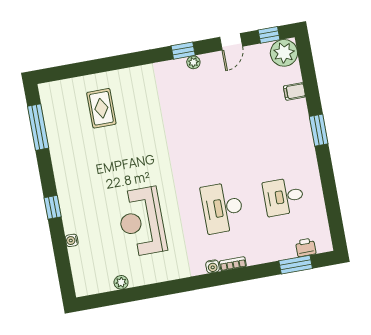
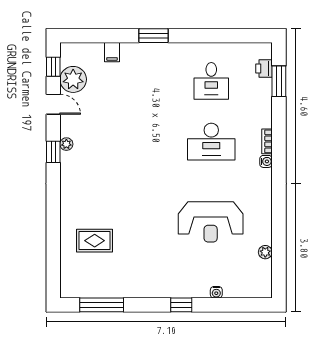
plant: (284, 53) -> (73, 79), moved

